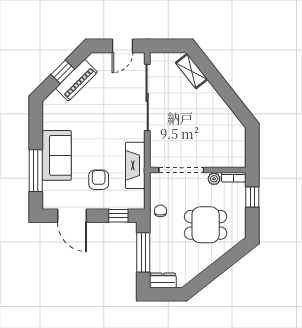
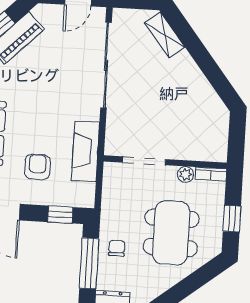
doorway: (181, 170) -> (144, 161), width x0.73
window: (252, 197) -> (232, 219), moved
chair: (160, 211) -> (117, 248), moved
dining table: (206, 225) -> (171, 233), width x1.38

